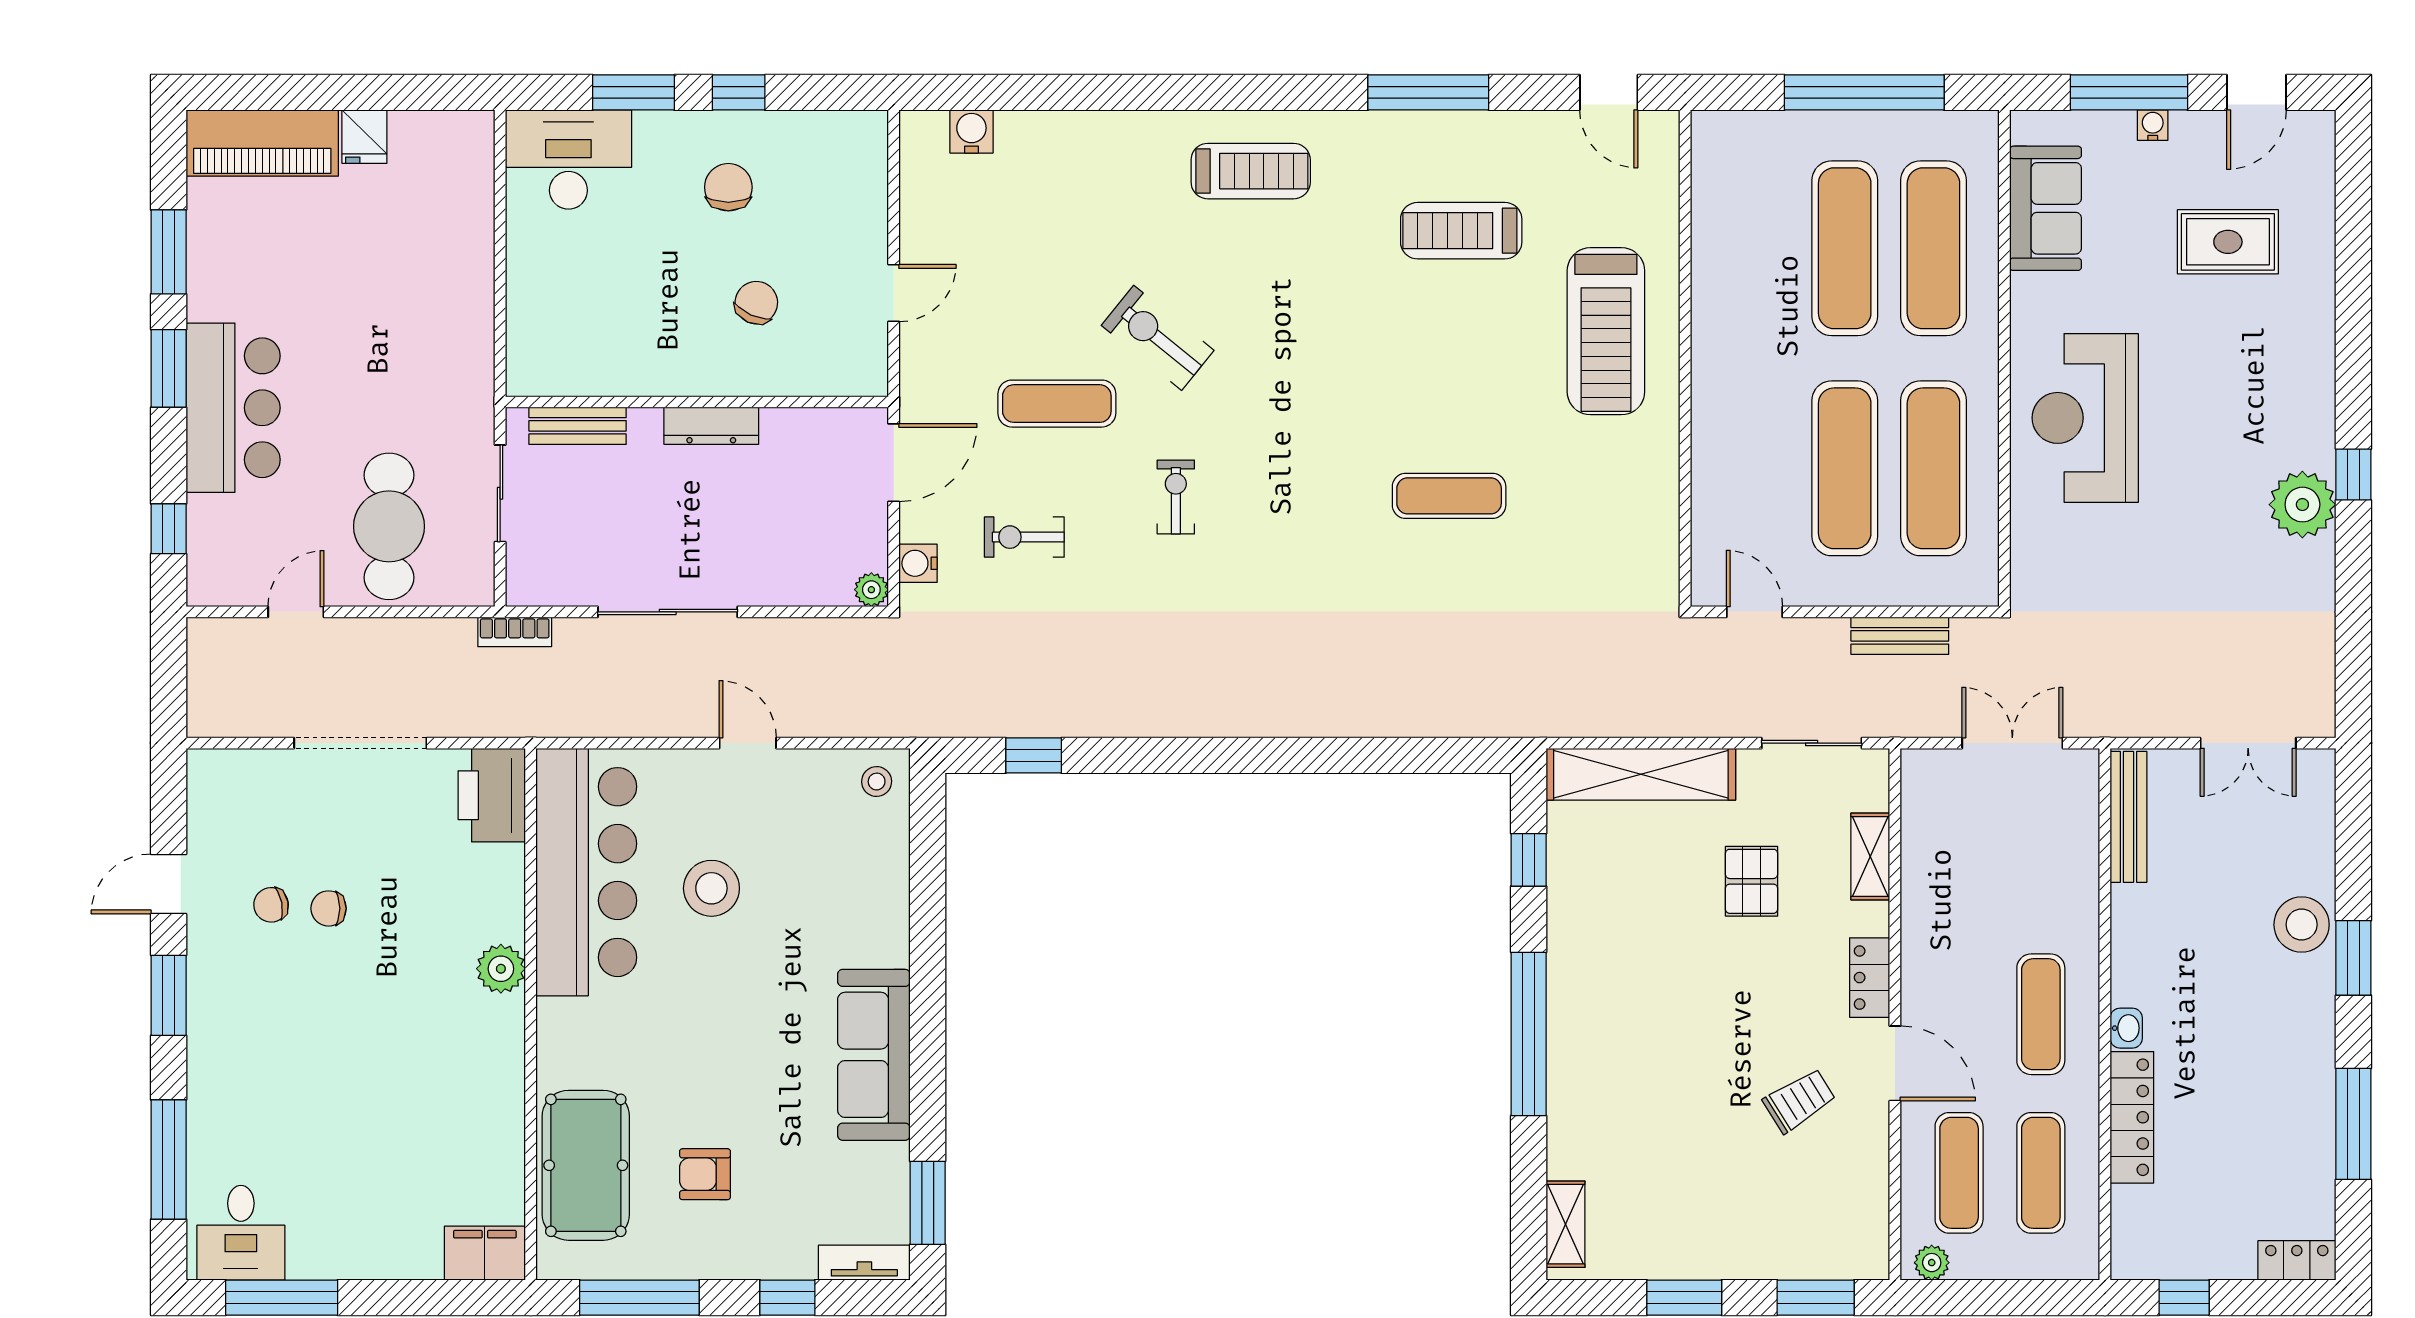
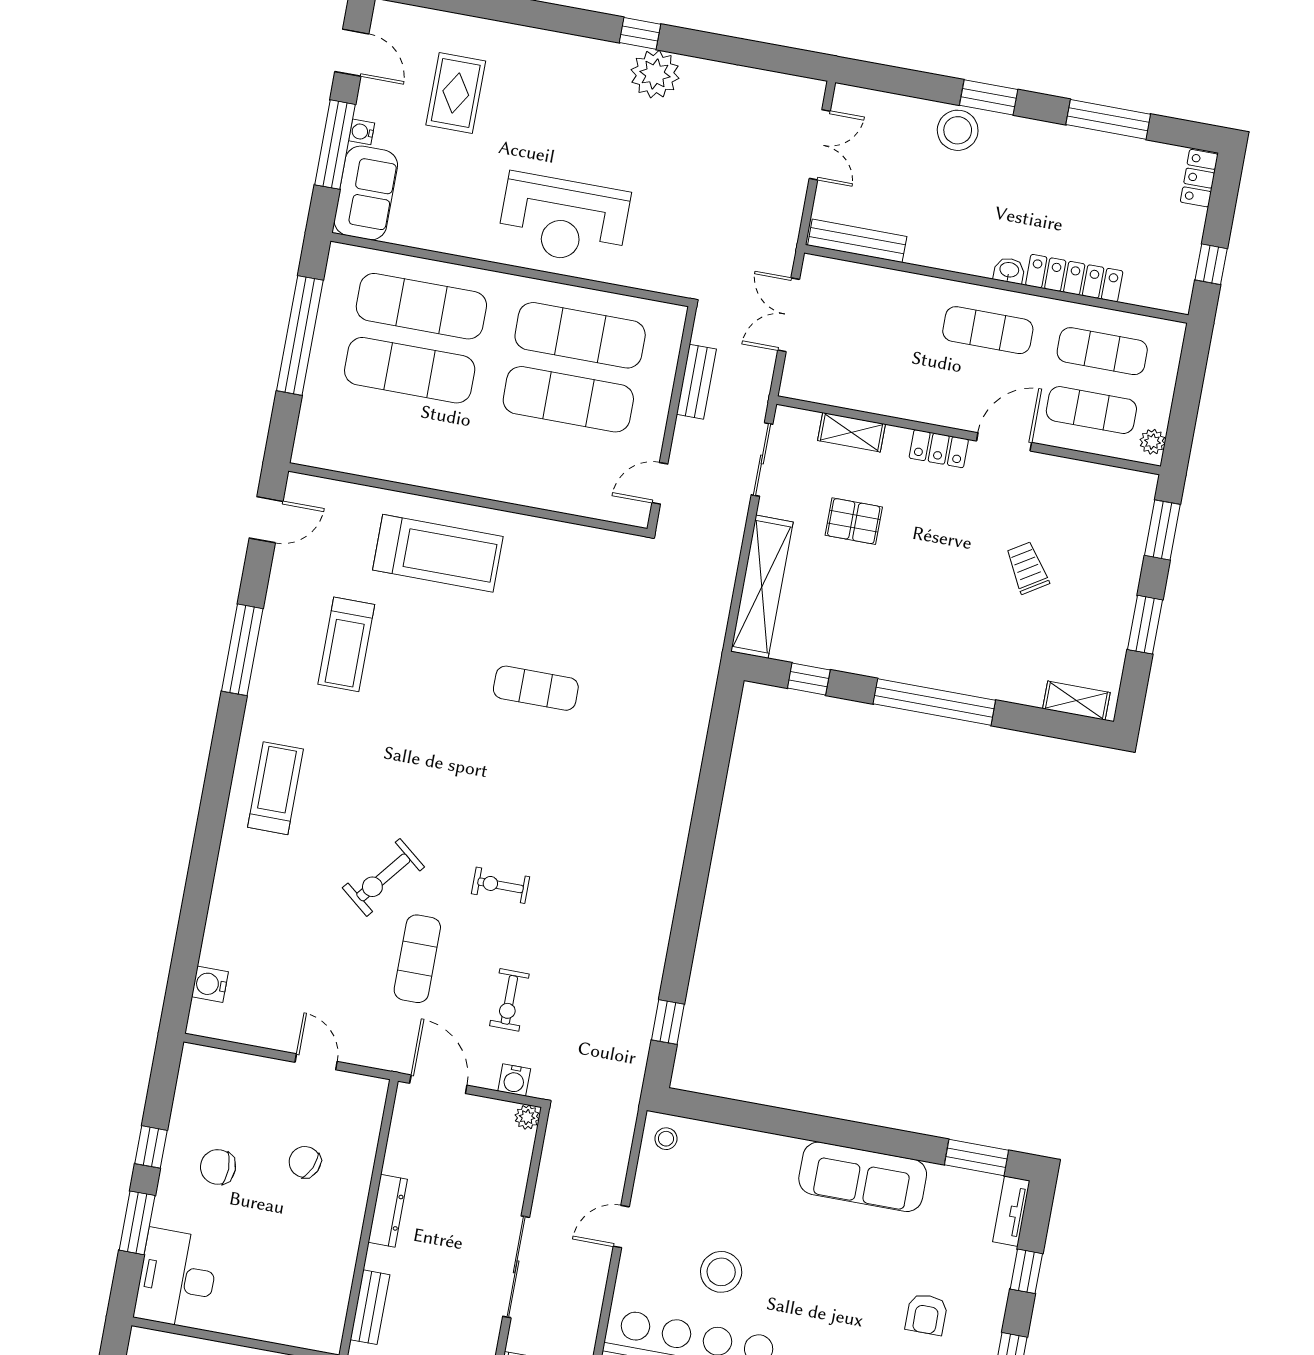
sofa: (2046, 208) -> (366, 193), moved, turned 90
exercise mat: (1449, 496) -> (536, 688), turned 90
trolley: (1799, 1101) -> (1027, 568), moved

